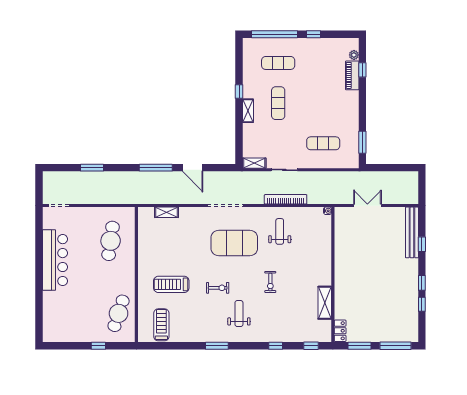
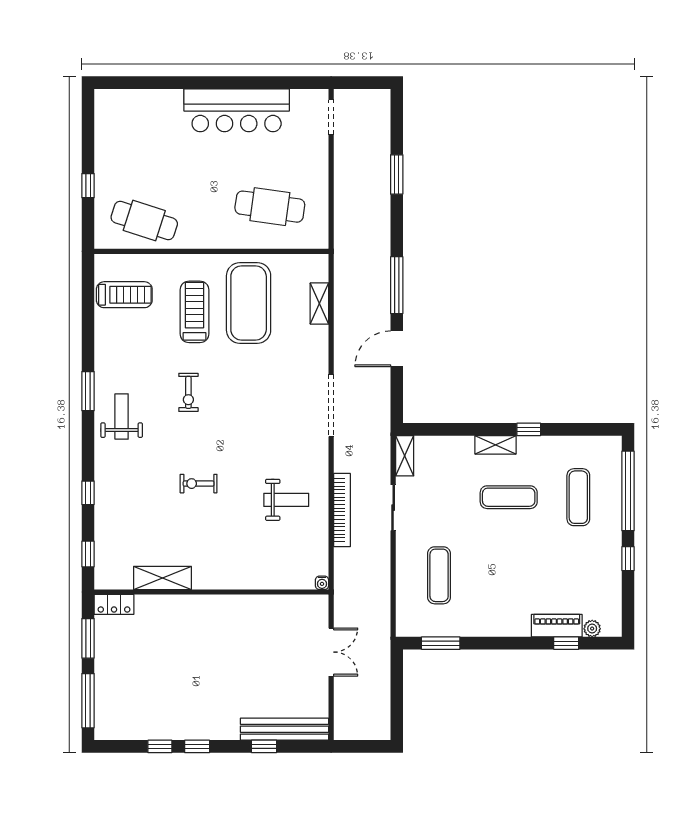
exercise mat: (234, 243) -> (249, 303), moved
weight bench: (239, 314) -> (122, 416), moved, turned -90

